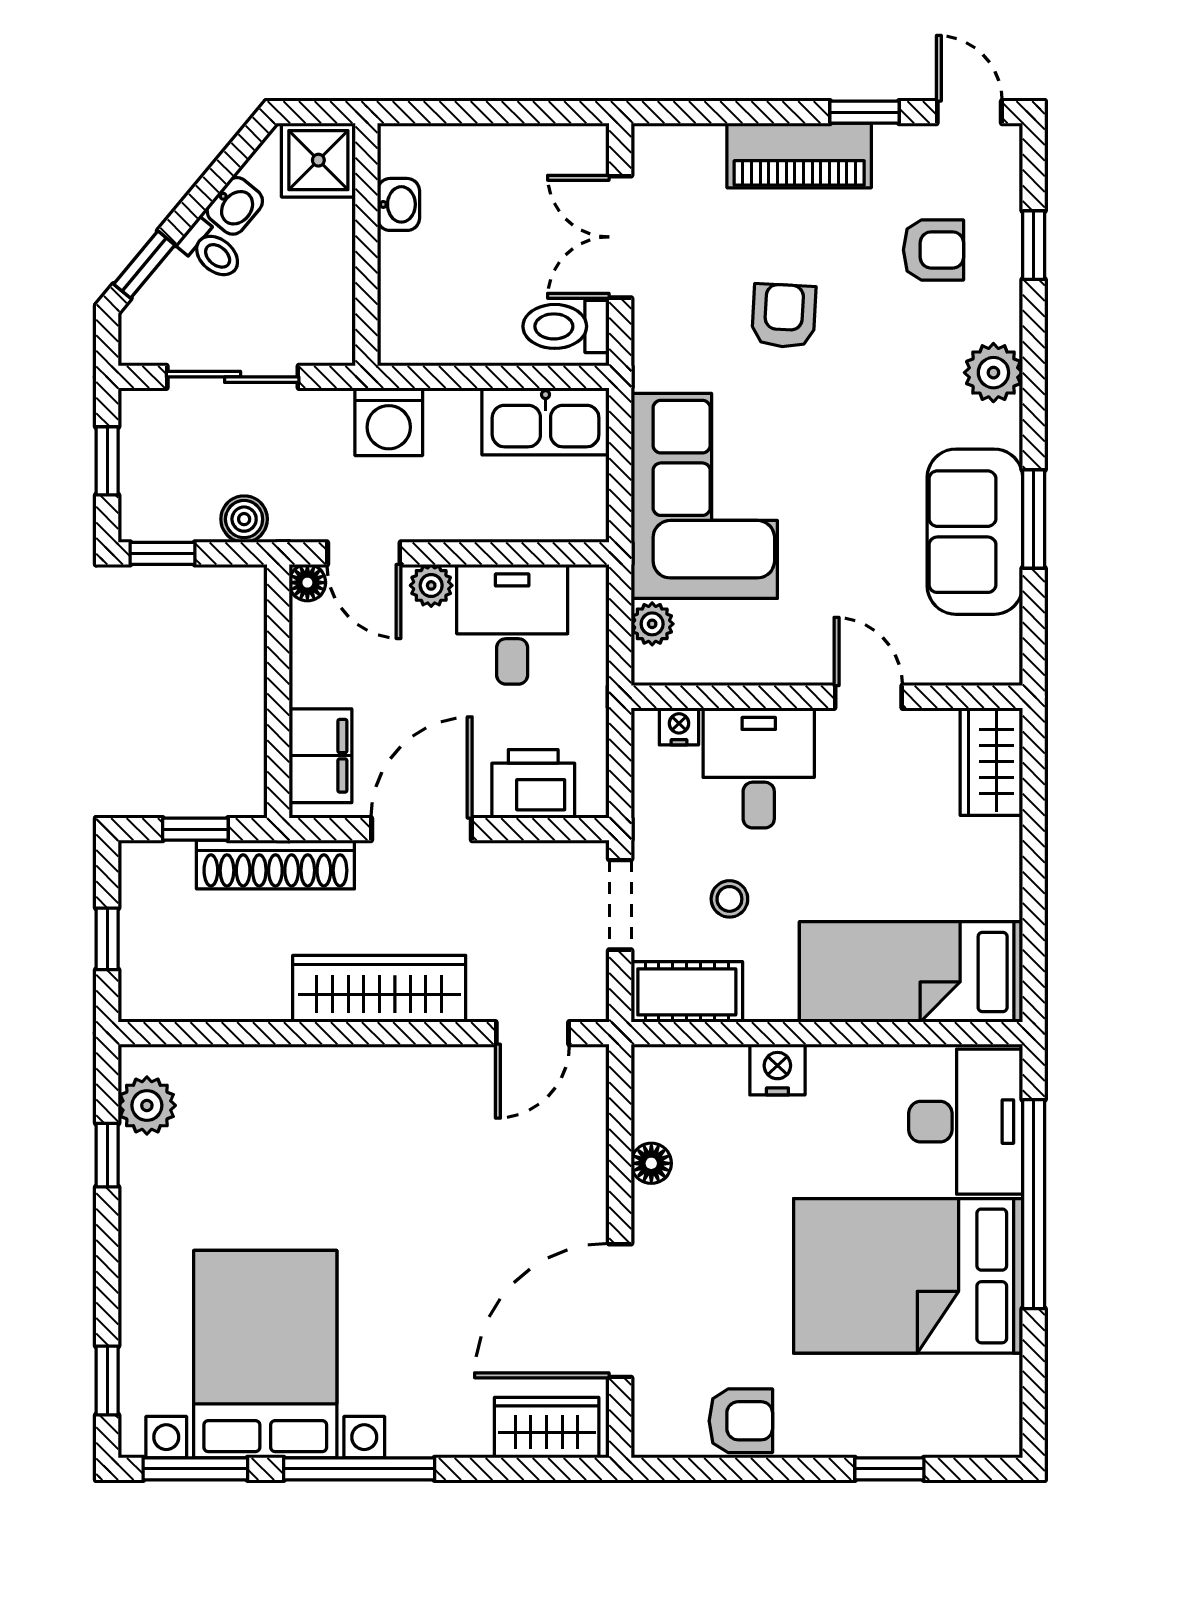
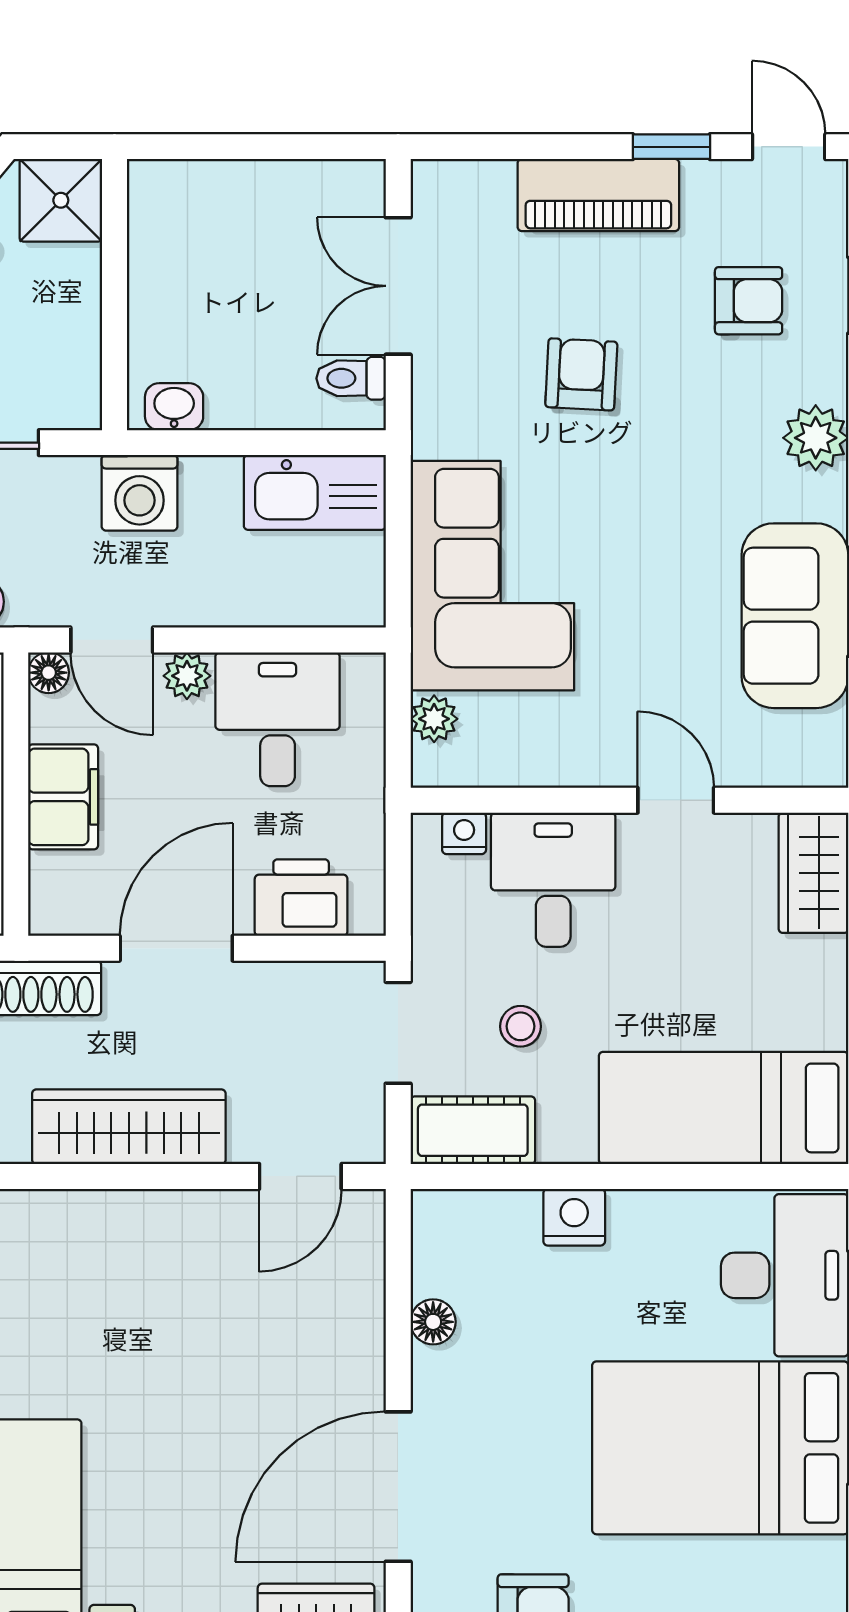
washbasin: (398, 204) -> (174, 407), moved, turned -90
toilet: (566, 326) -> (351, 378), width x0.73, depth x0.72
filing cabinet: (320, 756) -> (63, 797), moved

